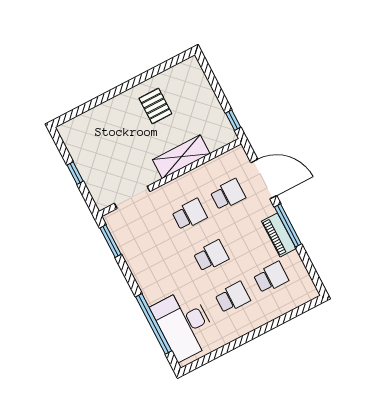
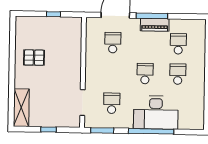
window: (233, 120) -> (54, 14), moved
shelving: (181, 157) -> (21, 108), moved
school desk: (189, 215) -> (112, 103), moved
window: (154, 324) -> (151, 131), moved
desk: (184, 324) -> (156, 112), moved

